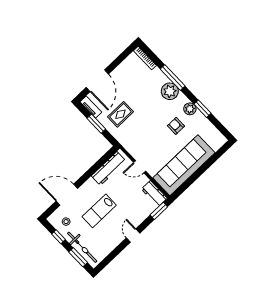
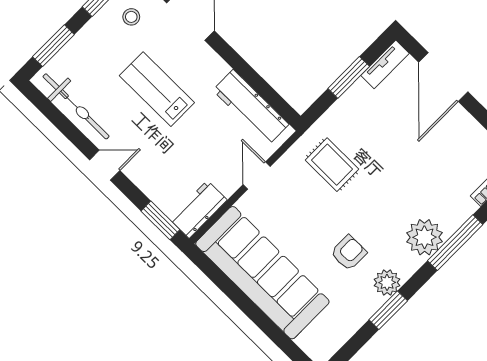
door: (97, 81) -> (443, 77), hinge flipped
rug: (120, 114) -> (332, 165), moved
bicycle: (82, 247) -> (76, 106), moved, turned -90

